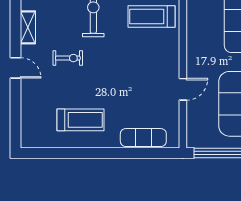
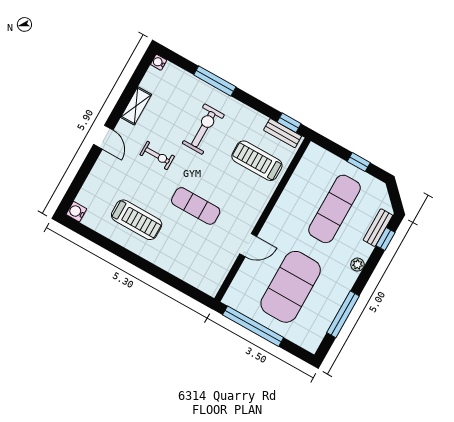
exercise mat: (143, 138) -> (196, 206), moved
water cooler: (28, 141) -> (76, 212), added

